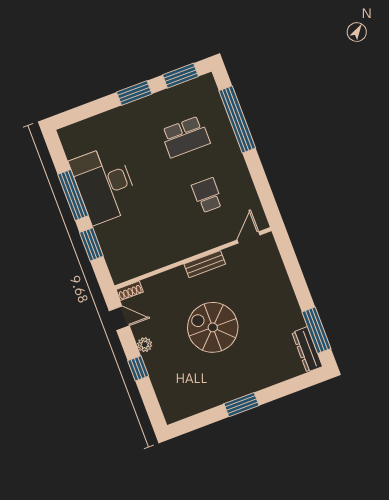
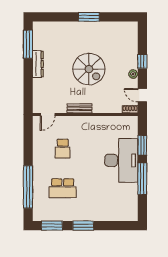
school desk: (185, 137) -> (63, 188), turned 180
desk: (104, 185) -> (121, 160), moved
dresser: (307, 349) -> (38, 64), moved

